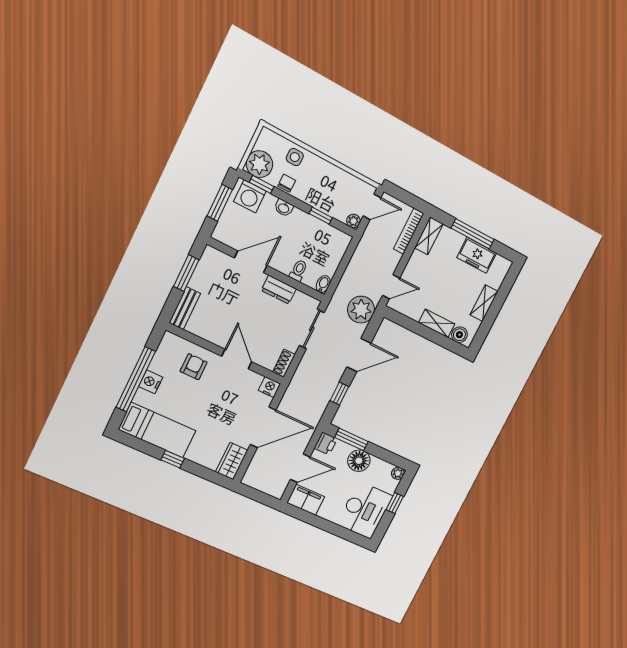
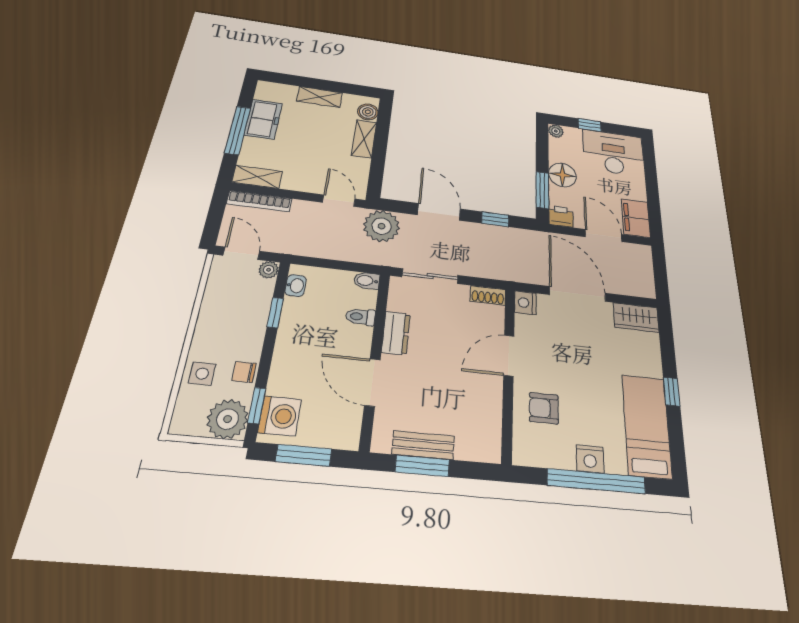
washbasin: (284, 208) -> (296, 286), moved
bench: (185, 308) -> (423, 445), moved

